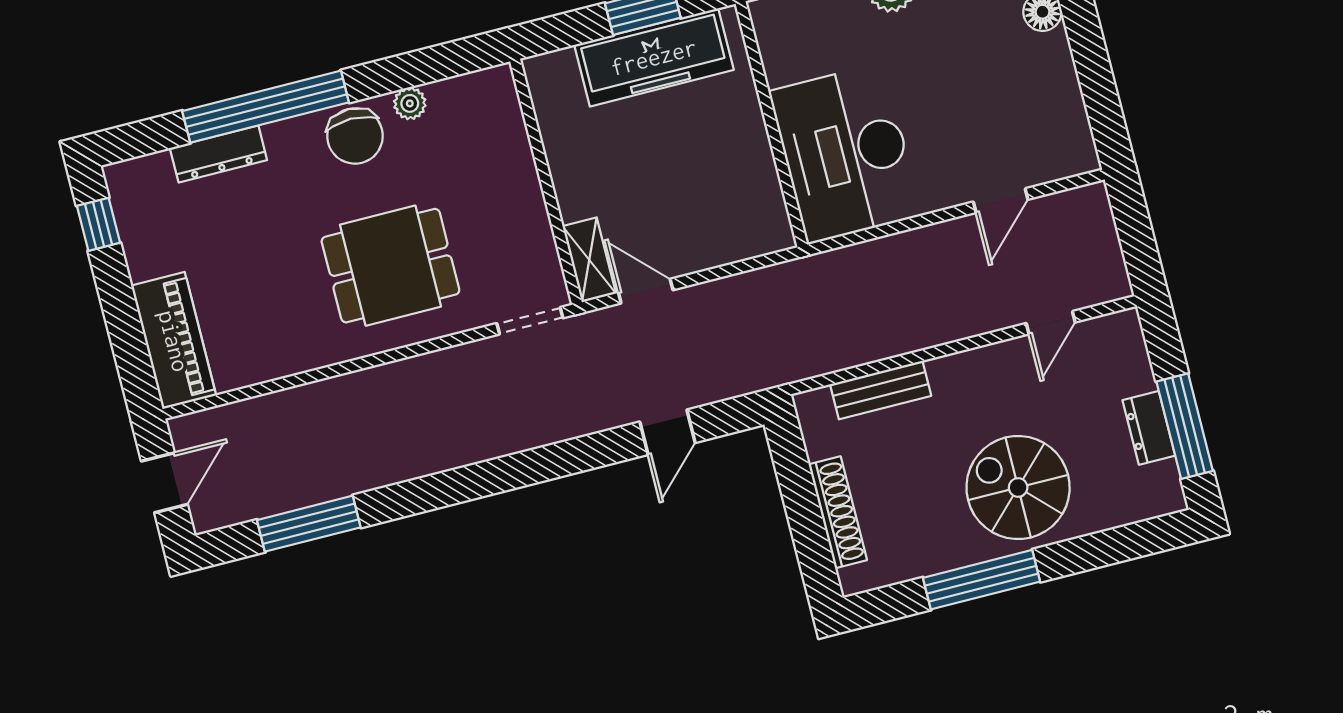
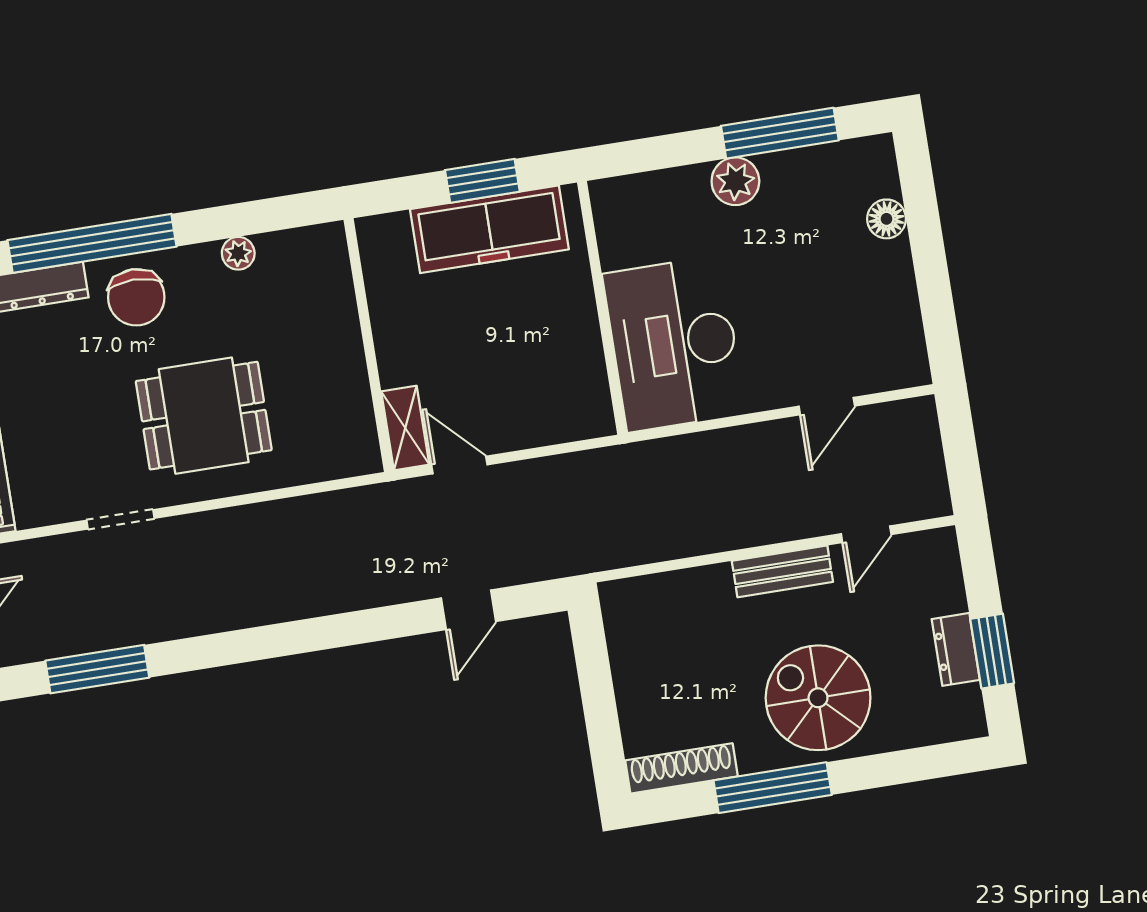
chair: (355, 136) -> (136, 297), moved
doorway: (530, 321) -> (120, 519), moved
bench: (881, 390) -> (782, 571), moved
window: (1185, 426) -> (992, 651), width x0.69
shoe rack: (838, 512) -> (681, 768), moved, turned -90

